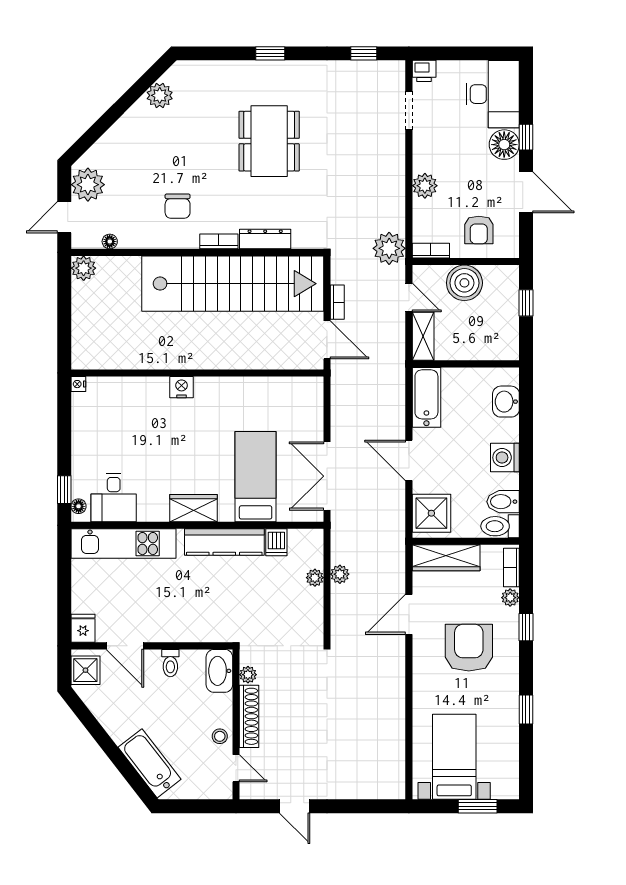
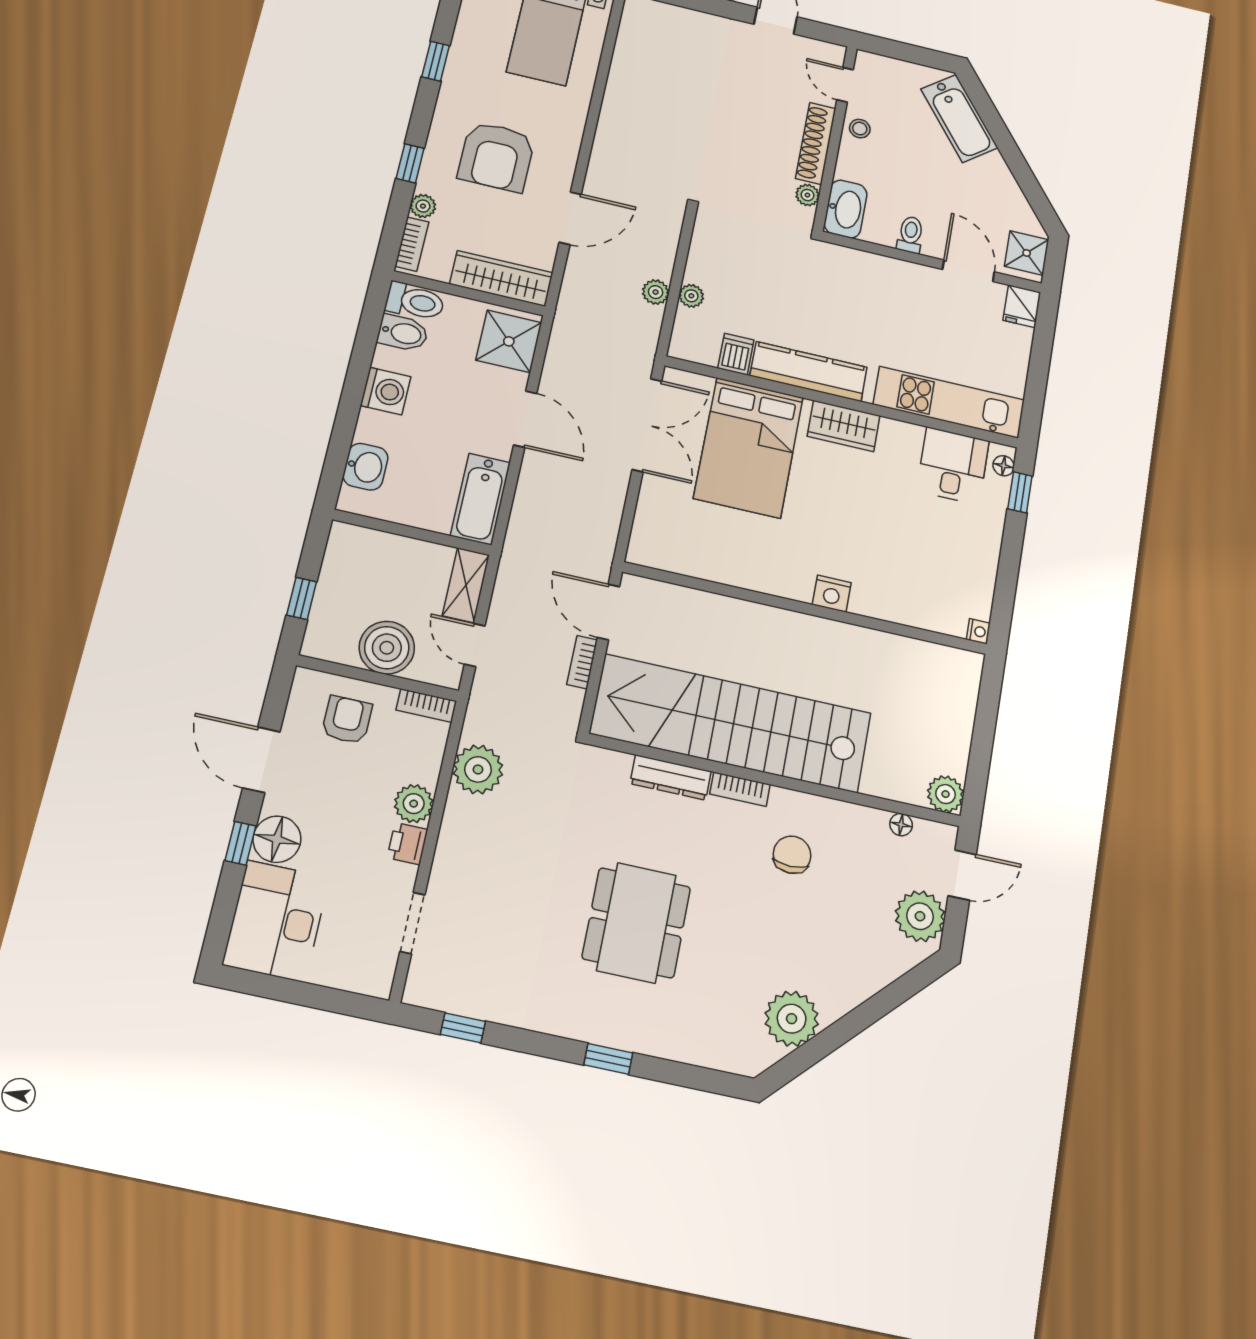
printer: (424, 71) -> (407, 844), moved, turned -90
plant: (160, 95) -> (792, 1019), width x1.36, depth x1.36
plant: (389, 248) -> (478, 769), moved
bed: (256, 477) -> (749, 448), width x1.50

